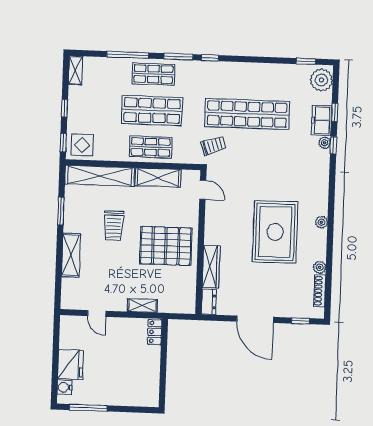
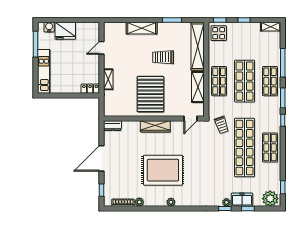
shop shelf: (248, 78) -> (270, 147), added
wardrobe: (211, 267) -> (155, 126), moved
kitchen unit: (128, 397) -> (44, 71), added

